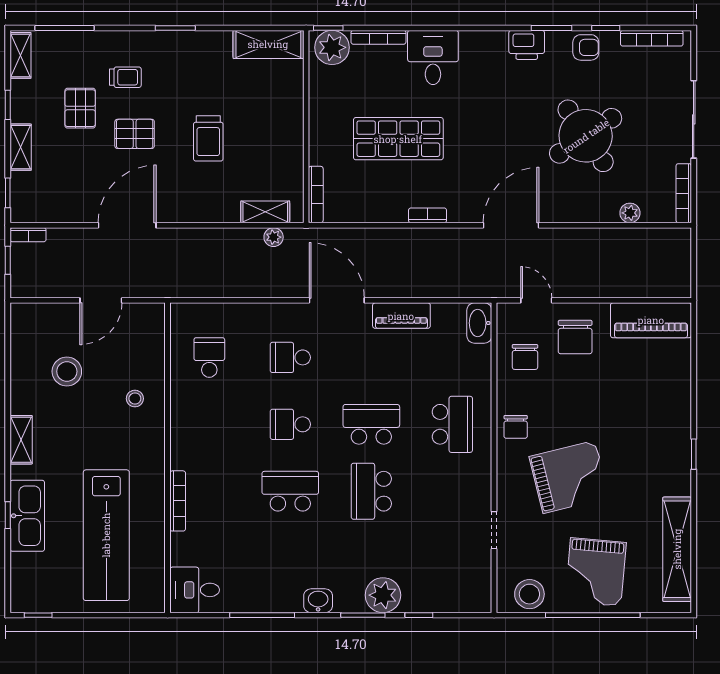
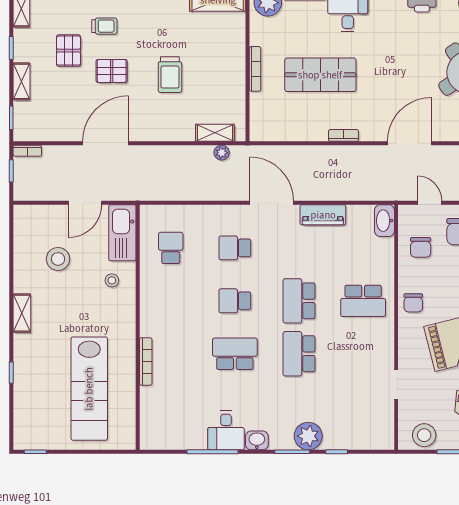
bookcase: (316, 195) -> (255, 69), moved
school desk: (371, 424) -> (299, 301), turned -90
school desk: (452, 424) -> (363, 301), turned 90
kitchen sink: (27, 516) -> (122, 233), moved, turned 180
desk: (195, 590) -> (226, 430), moved, turned -90

